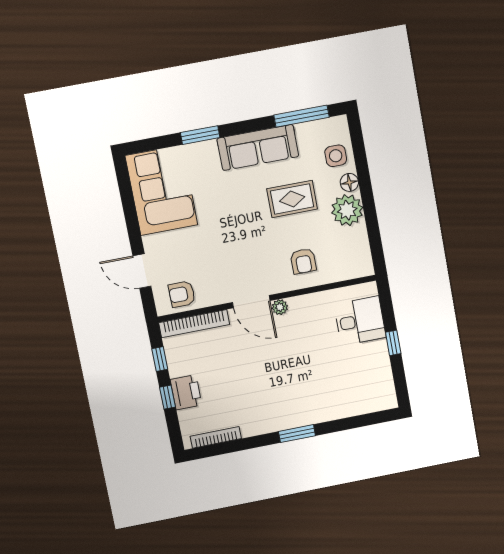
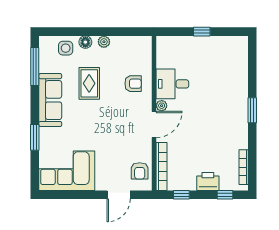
plant: (347, 210) -> (104, 42), width x0.53, depth x0.53
desk: (360, 321) -> (172, 84), moved, turned -90
window: (167, 397) -> (225, 195), moved

